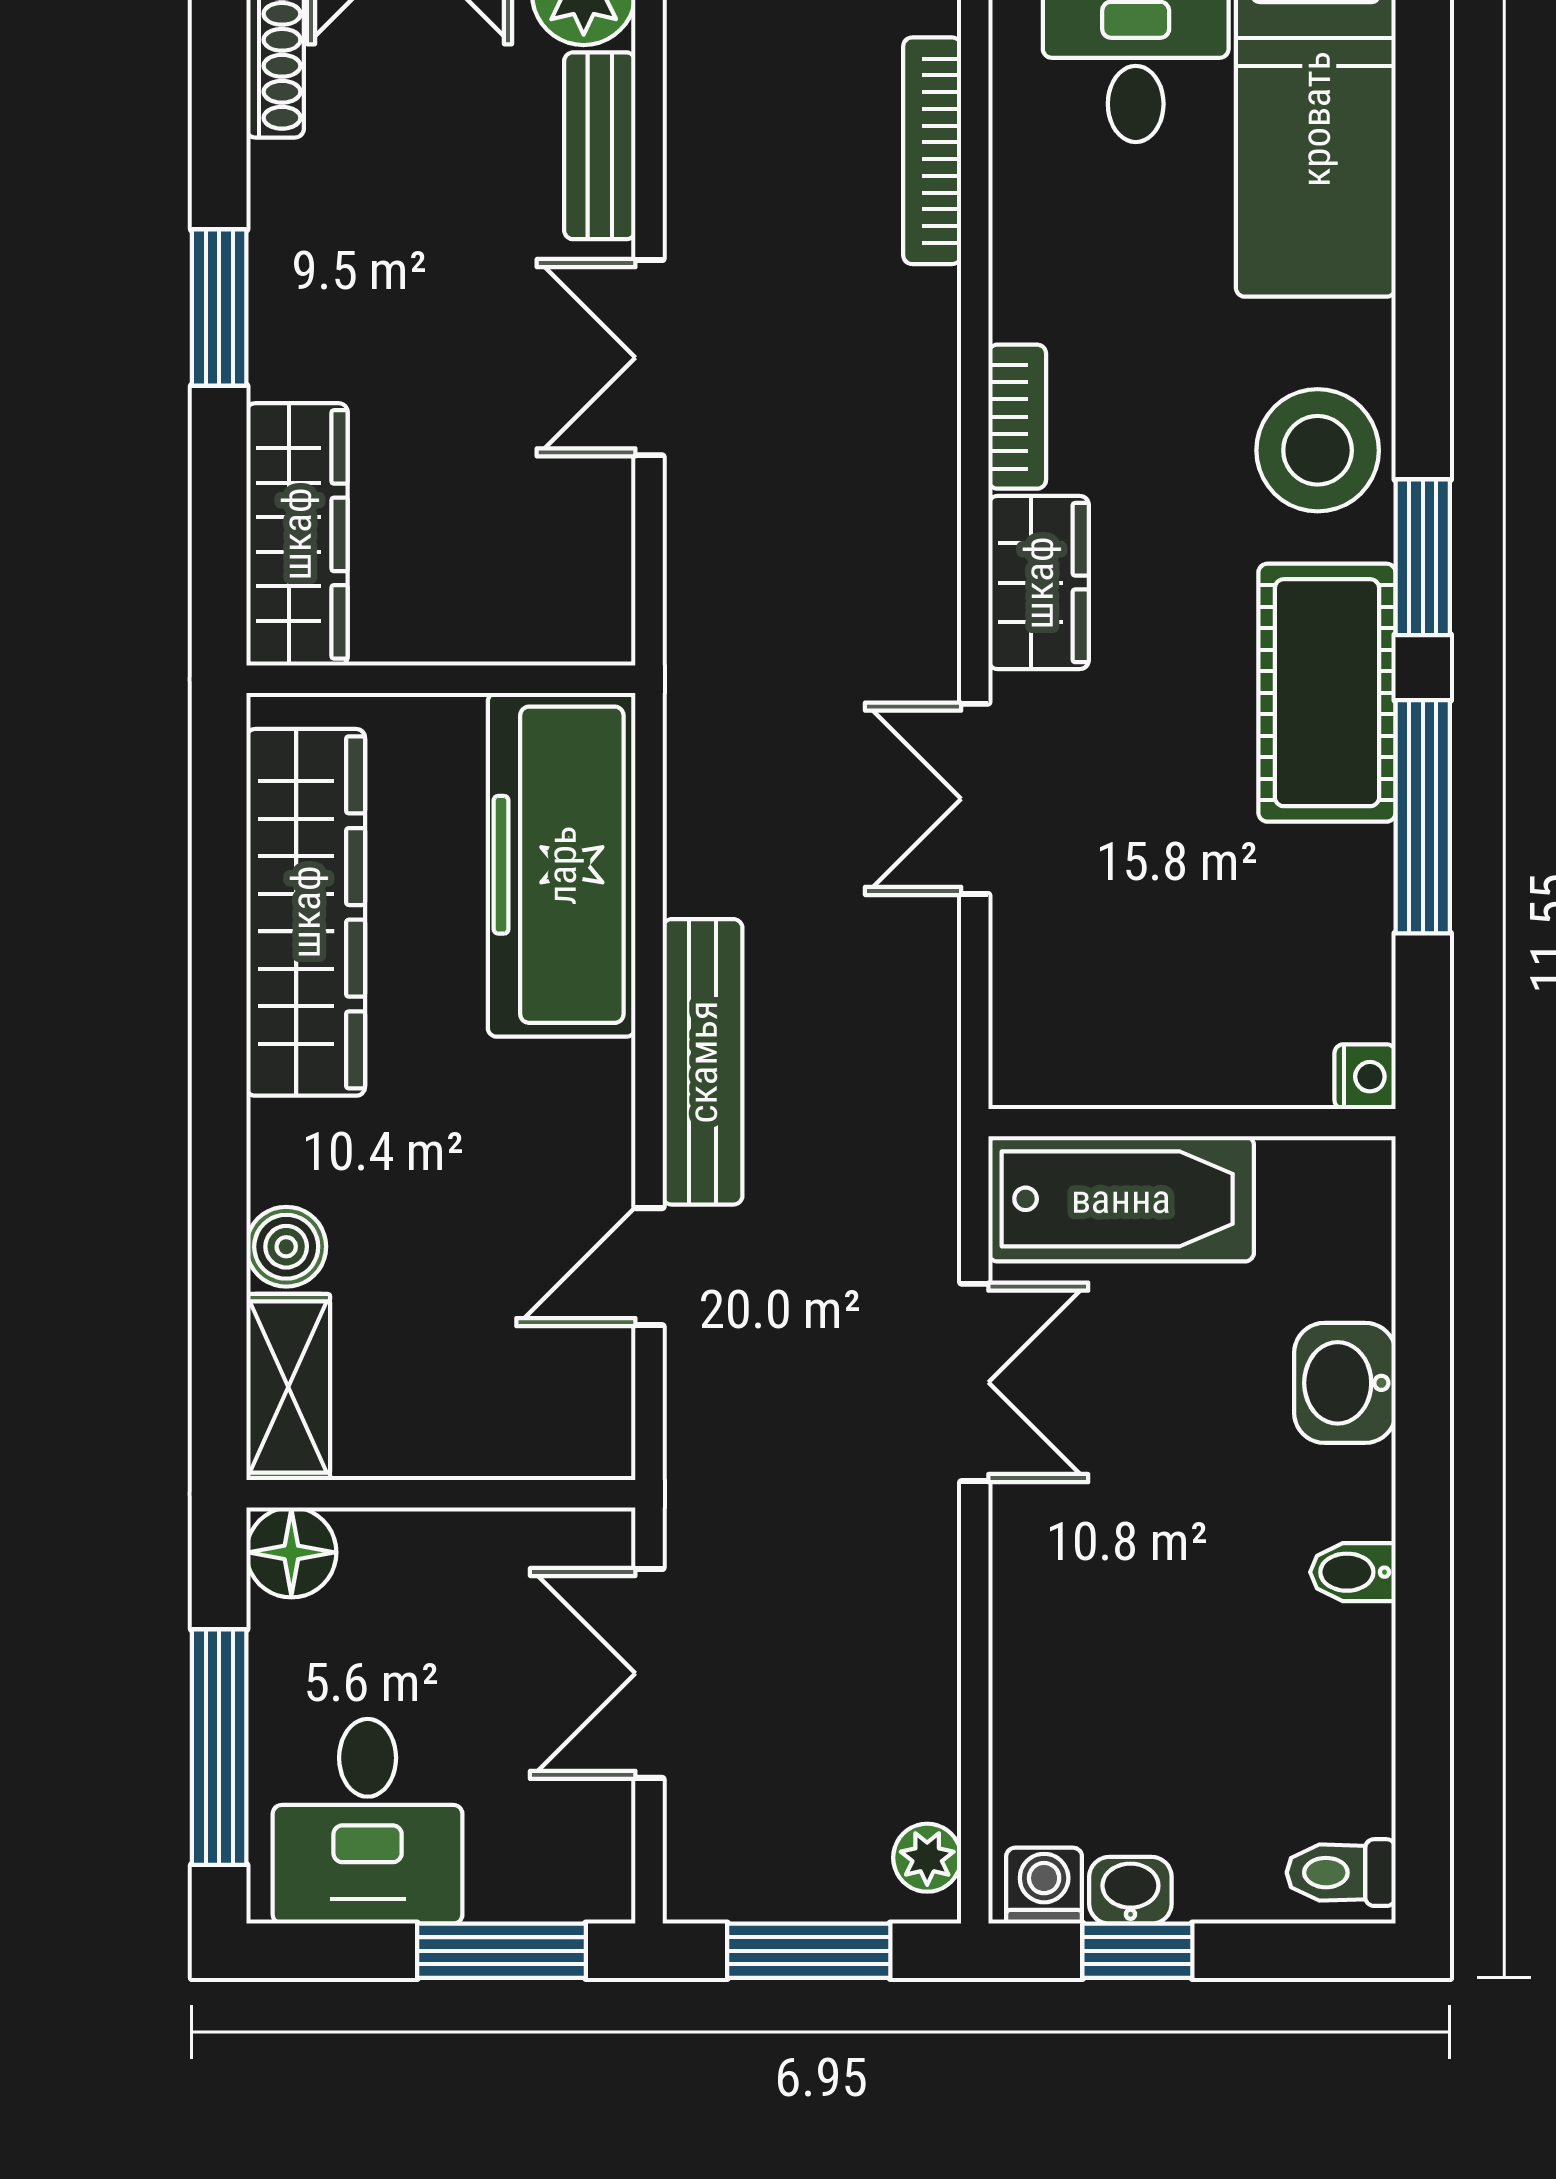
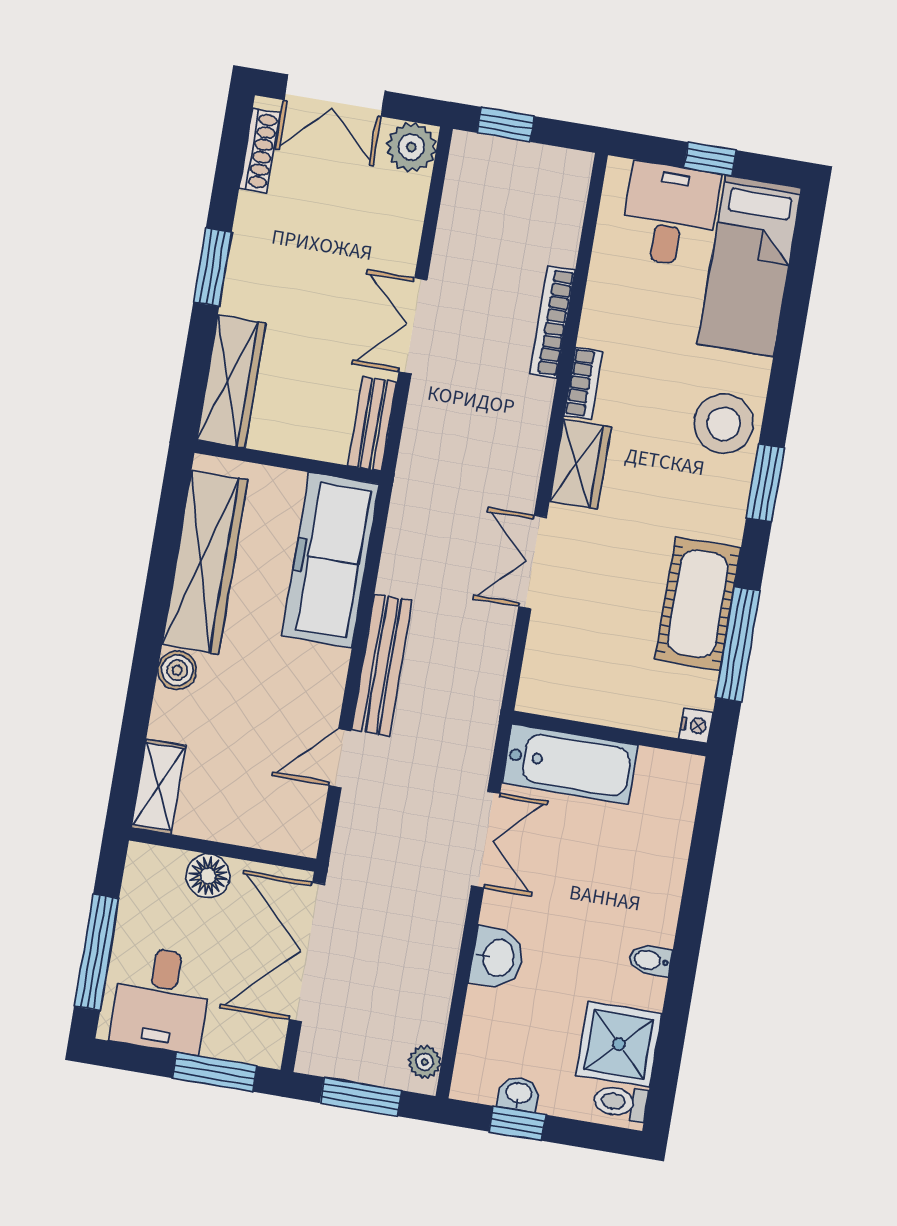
bench: (600, 146) -> (372, 424), moved
bookcase: (932, 151) -> (552, 322), moved
cot: (1327, 693) -> (698, 604), moved
window: (1423, 817) -> (738, 644), moved
boiler: (286, 1247) -> (177, 670), moved
washbasin: (1345, 1383) -> (497, 958), moved, turned 180
floor lamp: (291, 1552) -> (208, 876), moved
double door: (649, 1673) -> (307, 952), width x1.37
shower: (1318, 1754) -> (619, 1044), added
washing machine: (1044, 1886) -> (478, 1085), removed

